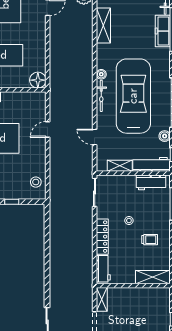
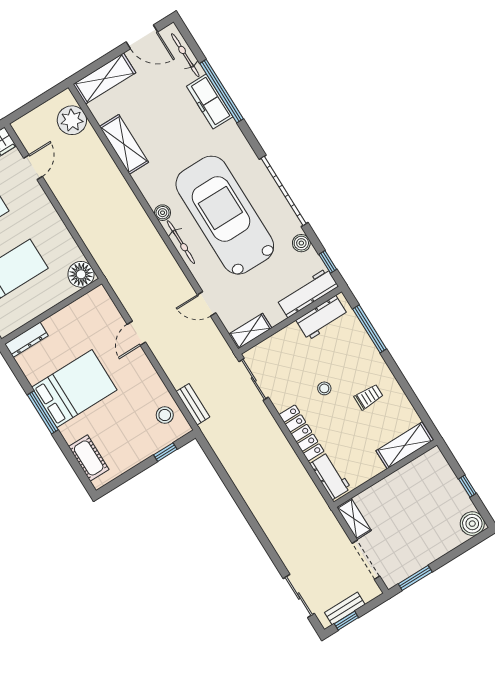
shelving: (120, 166) -> (250, 331), moved
bench: (54, 186) -> (193, 404), added
window: (12, 202) -> (165, 452), moved

